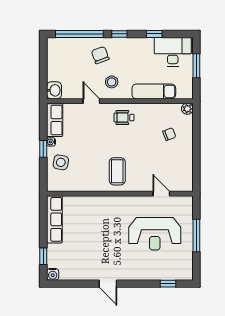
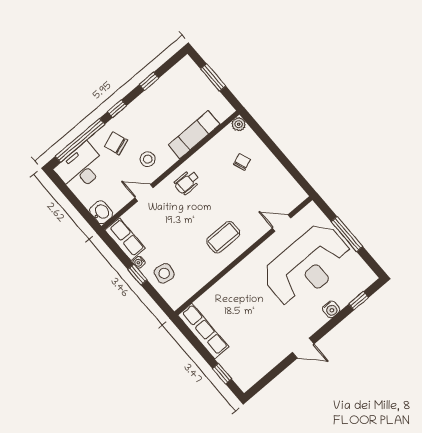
desk: (173, 52) -> (81, 168), moved
coffee table: (117, 171) -> (223, 237), turned 90
reception desk: (155, 234) -> (307, 265), width x1.36, depth x1.30
water cooler: (53, 274) -> (331, 309), moved

